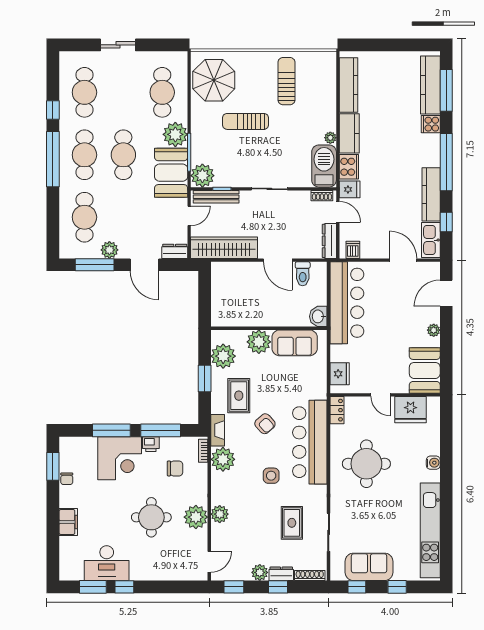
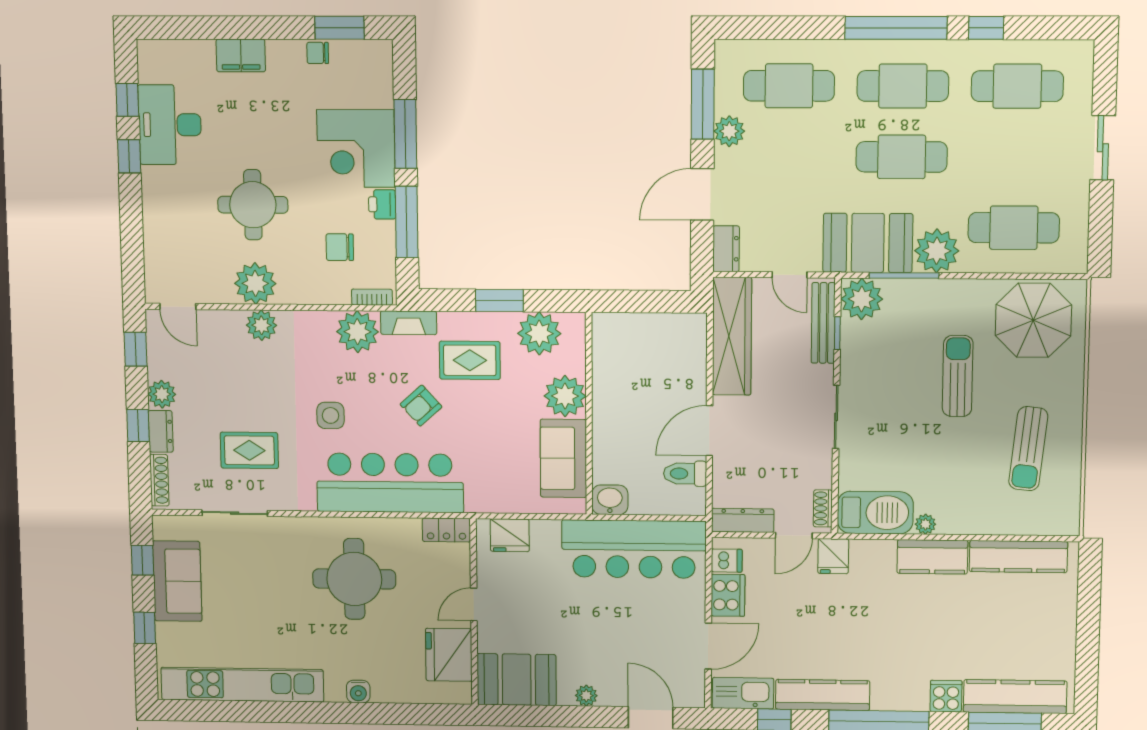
sun lounger: (286, 81) -> (1028, 449), turned 96
cooker: (349, 167) -> (728, 595), moved, turned -90
chair: (175, 468) -> (340, 247), turned 90
window: (93, 587) -> (127, 100), width x0.67

